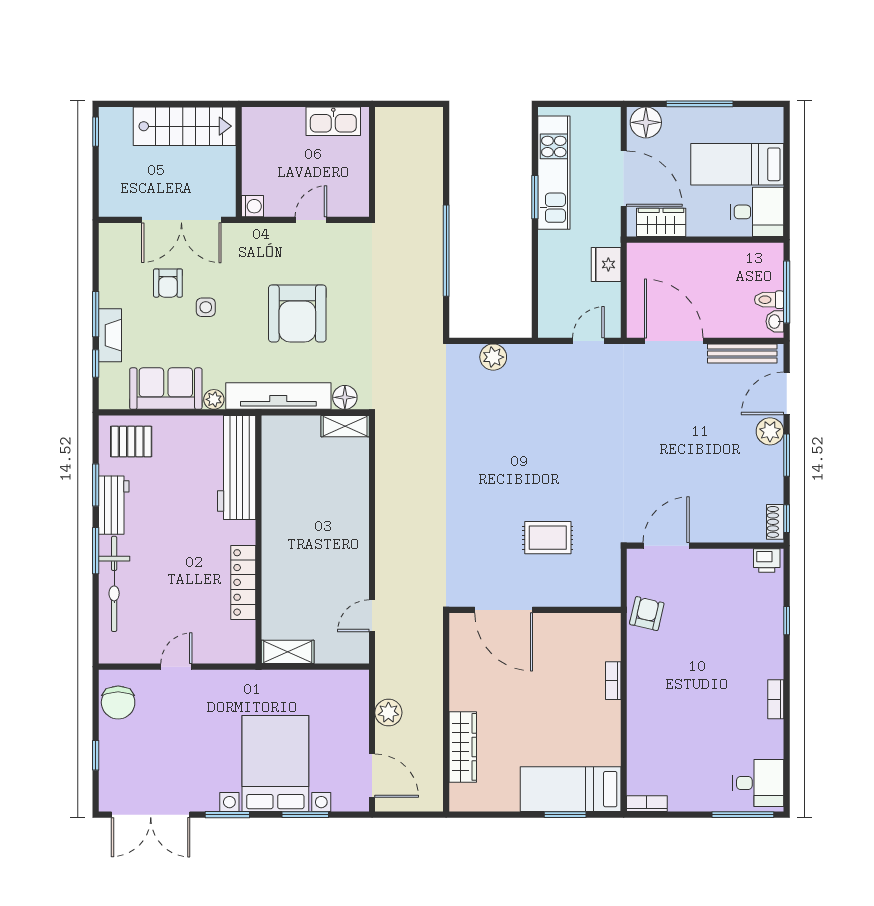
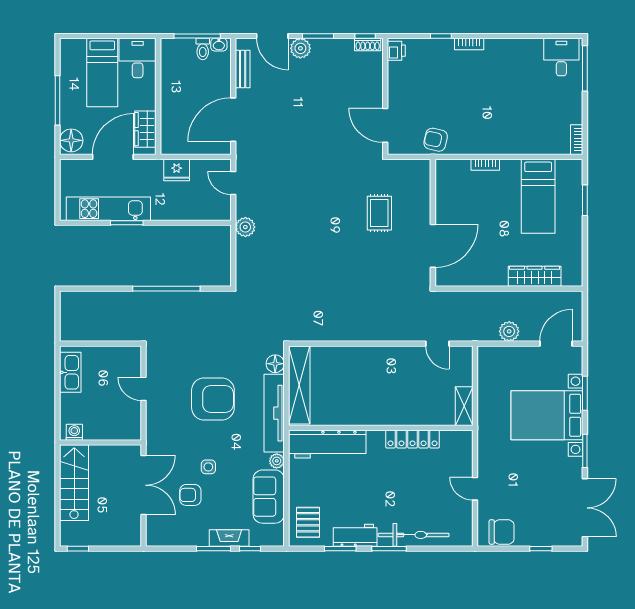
washing machine: (253, 206) -> (74, 432), moved
armchair: (168, 283) -> (190, 495), turned 180
bench: (742, 353) -> (243, 69), width x0.73
plant: (493, 357) -> (245, 227), moved
shelving: (345, 426) -> (299, 385), width x2.20, depth x1.33
bookcase: (776, 699) -> (469, 44), moved
bed: (571, 789) -> (538, 196), moved

